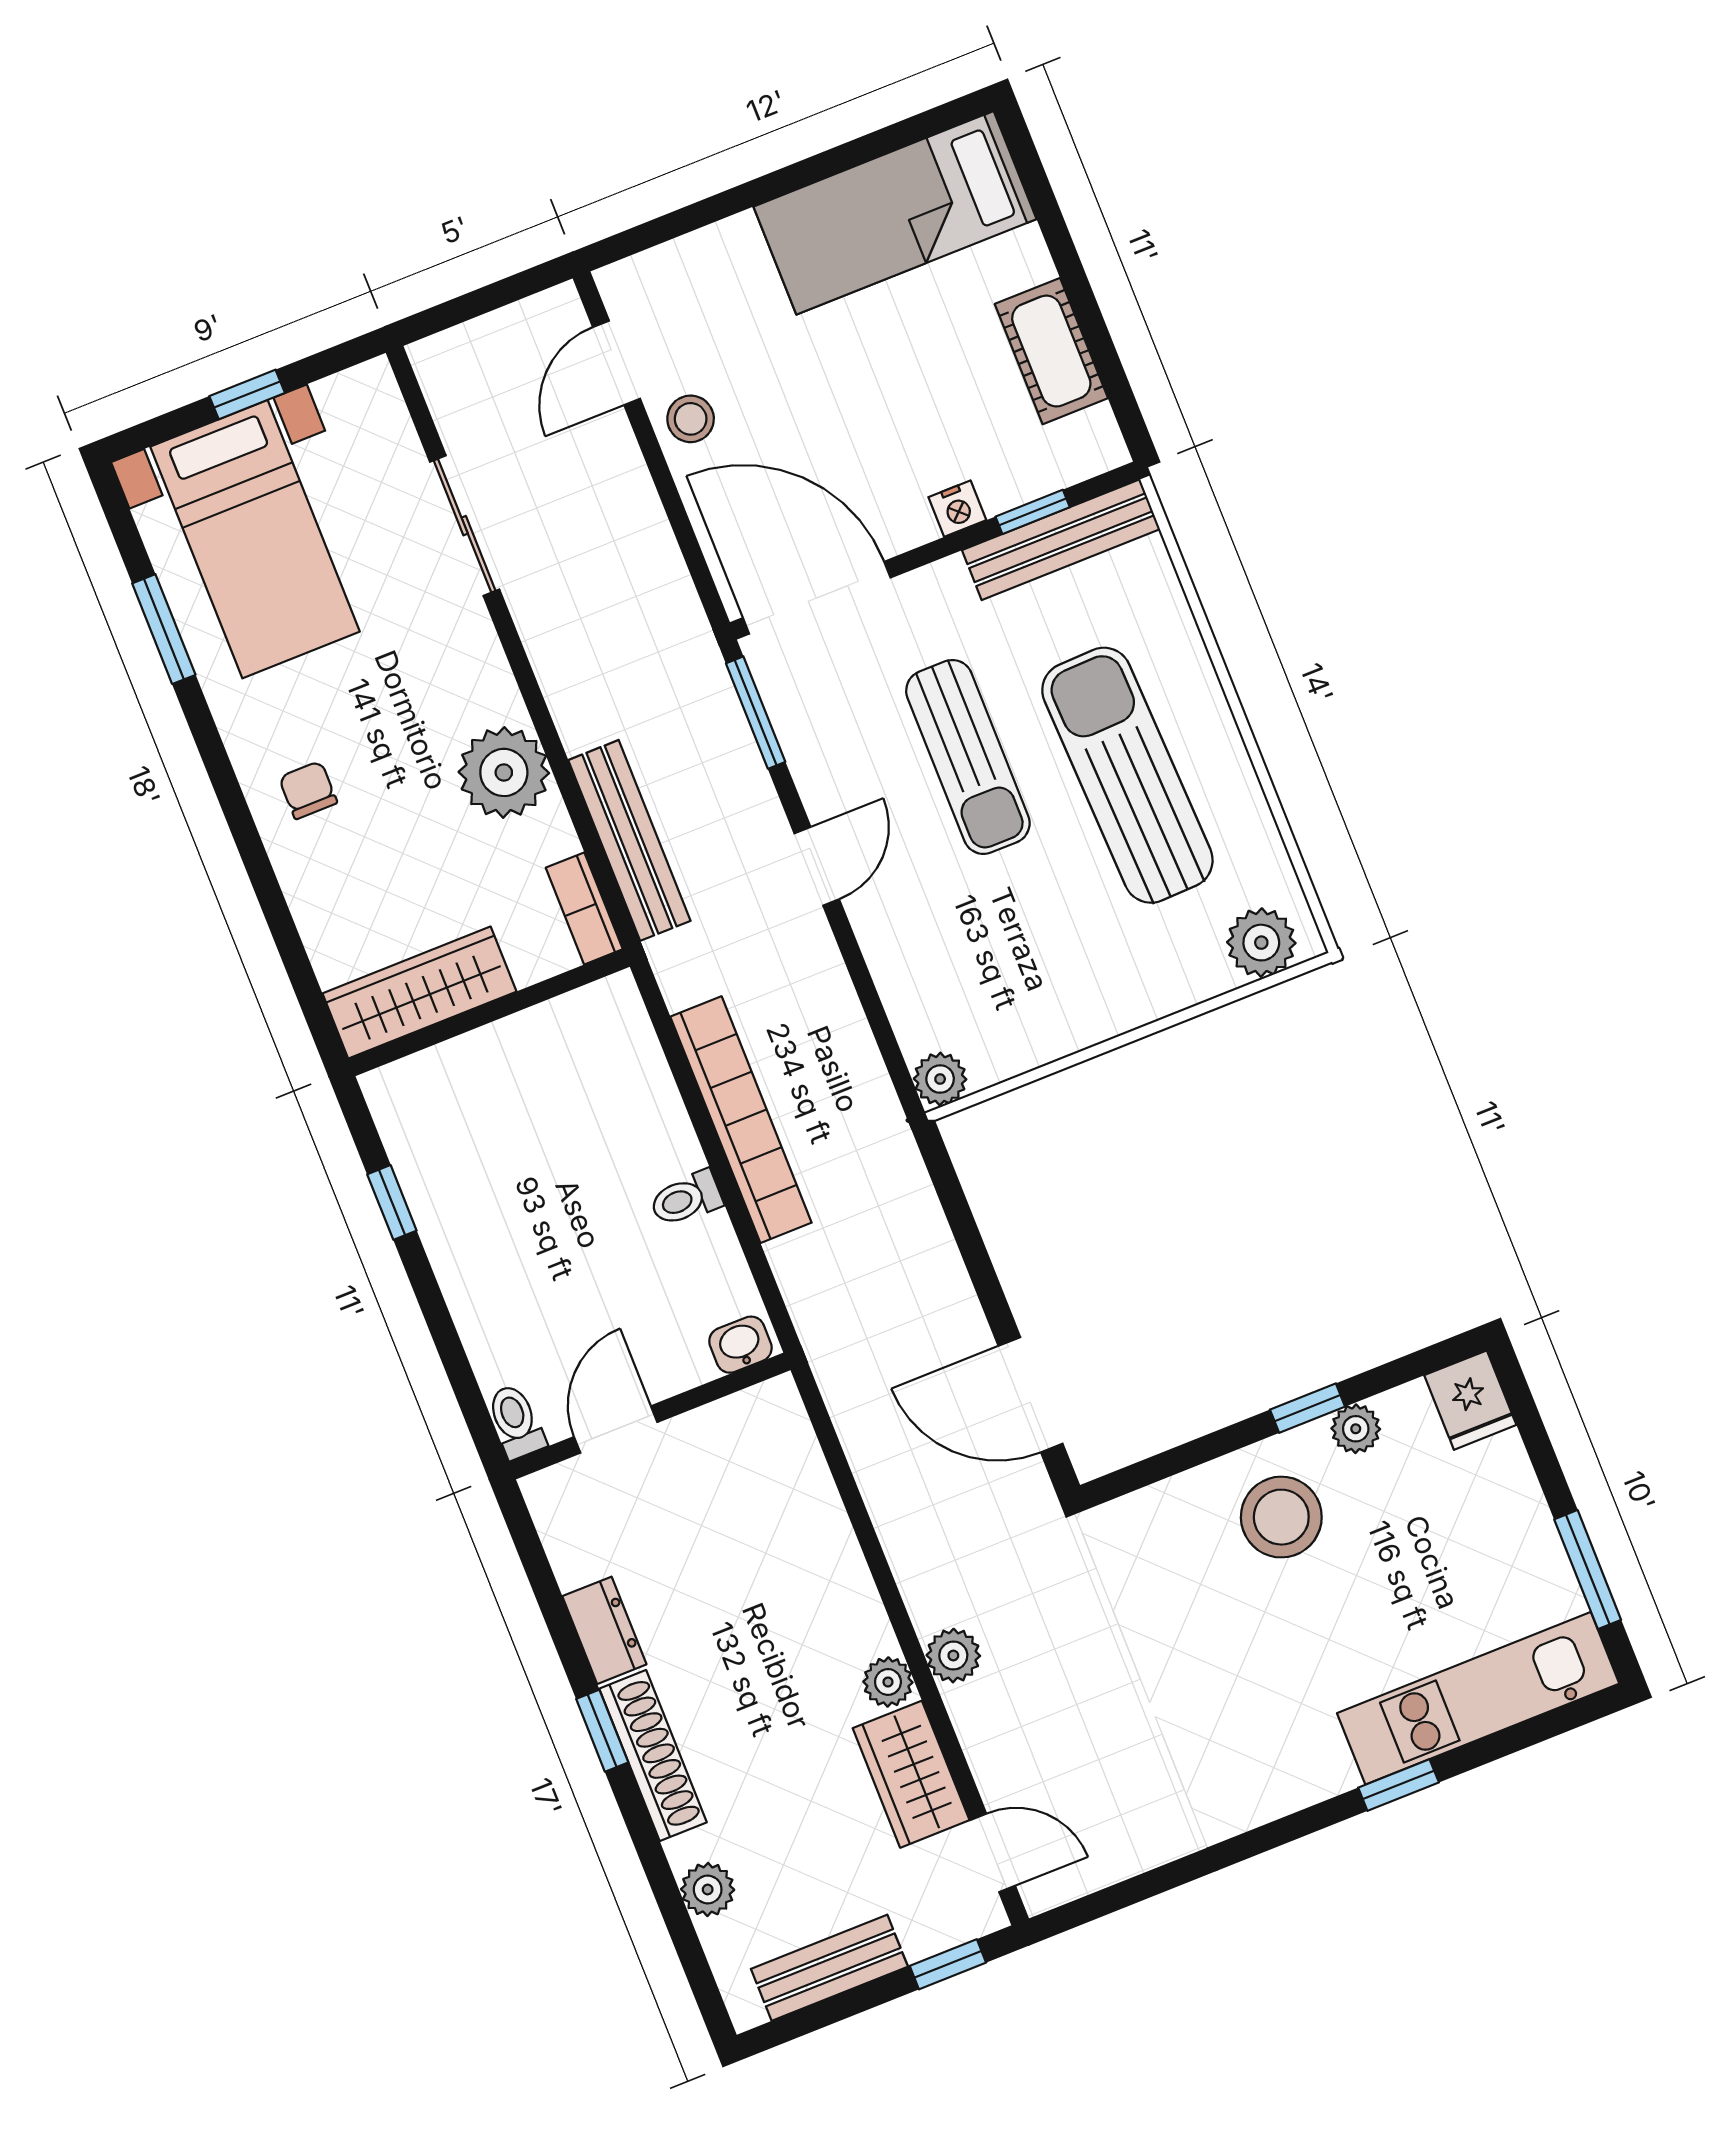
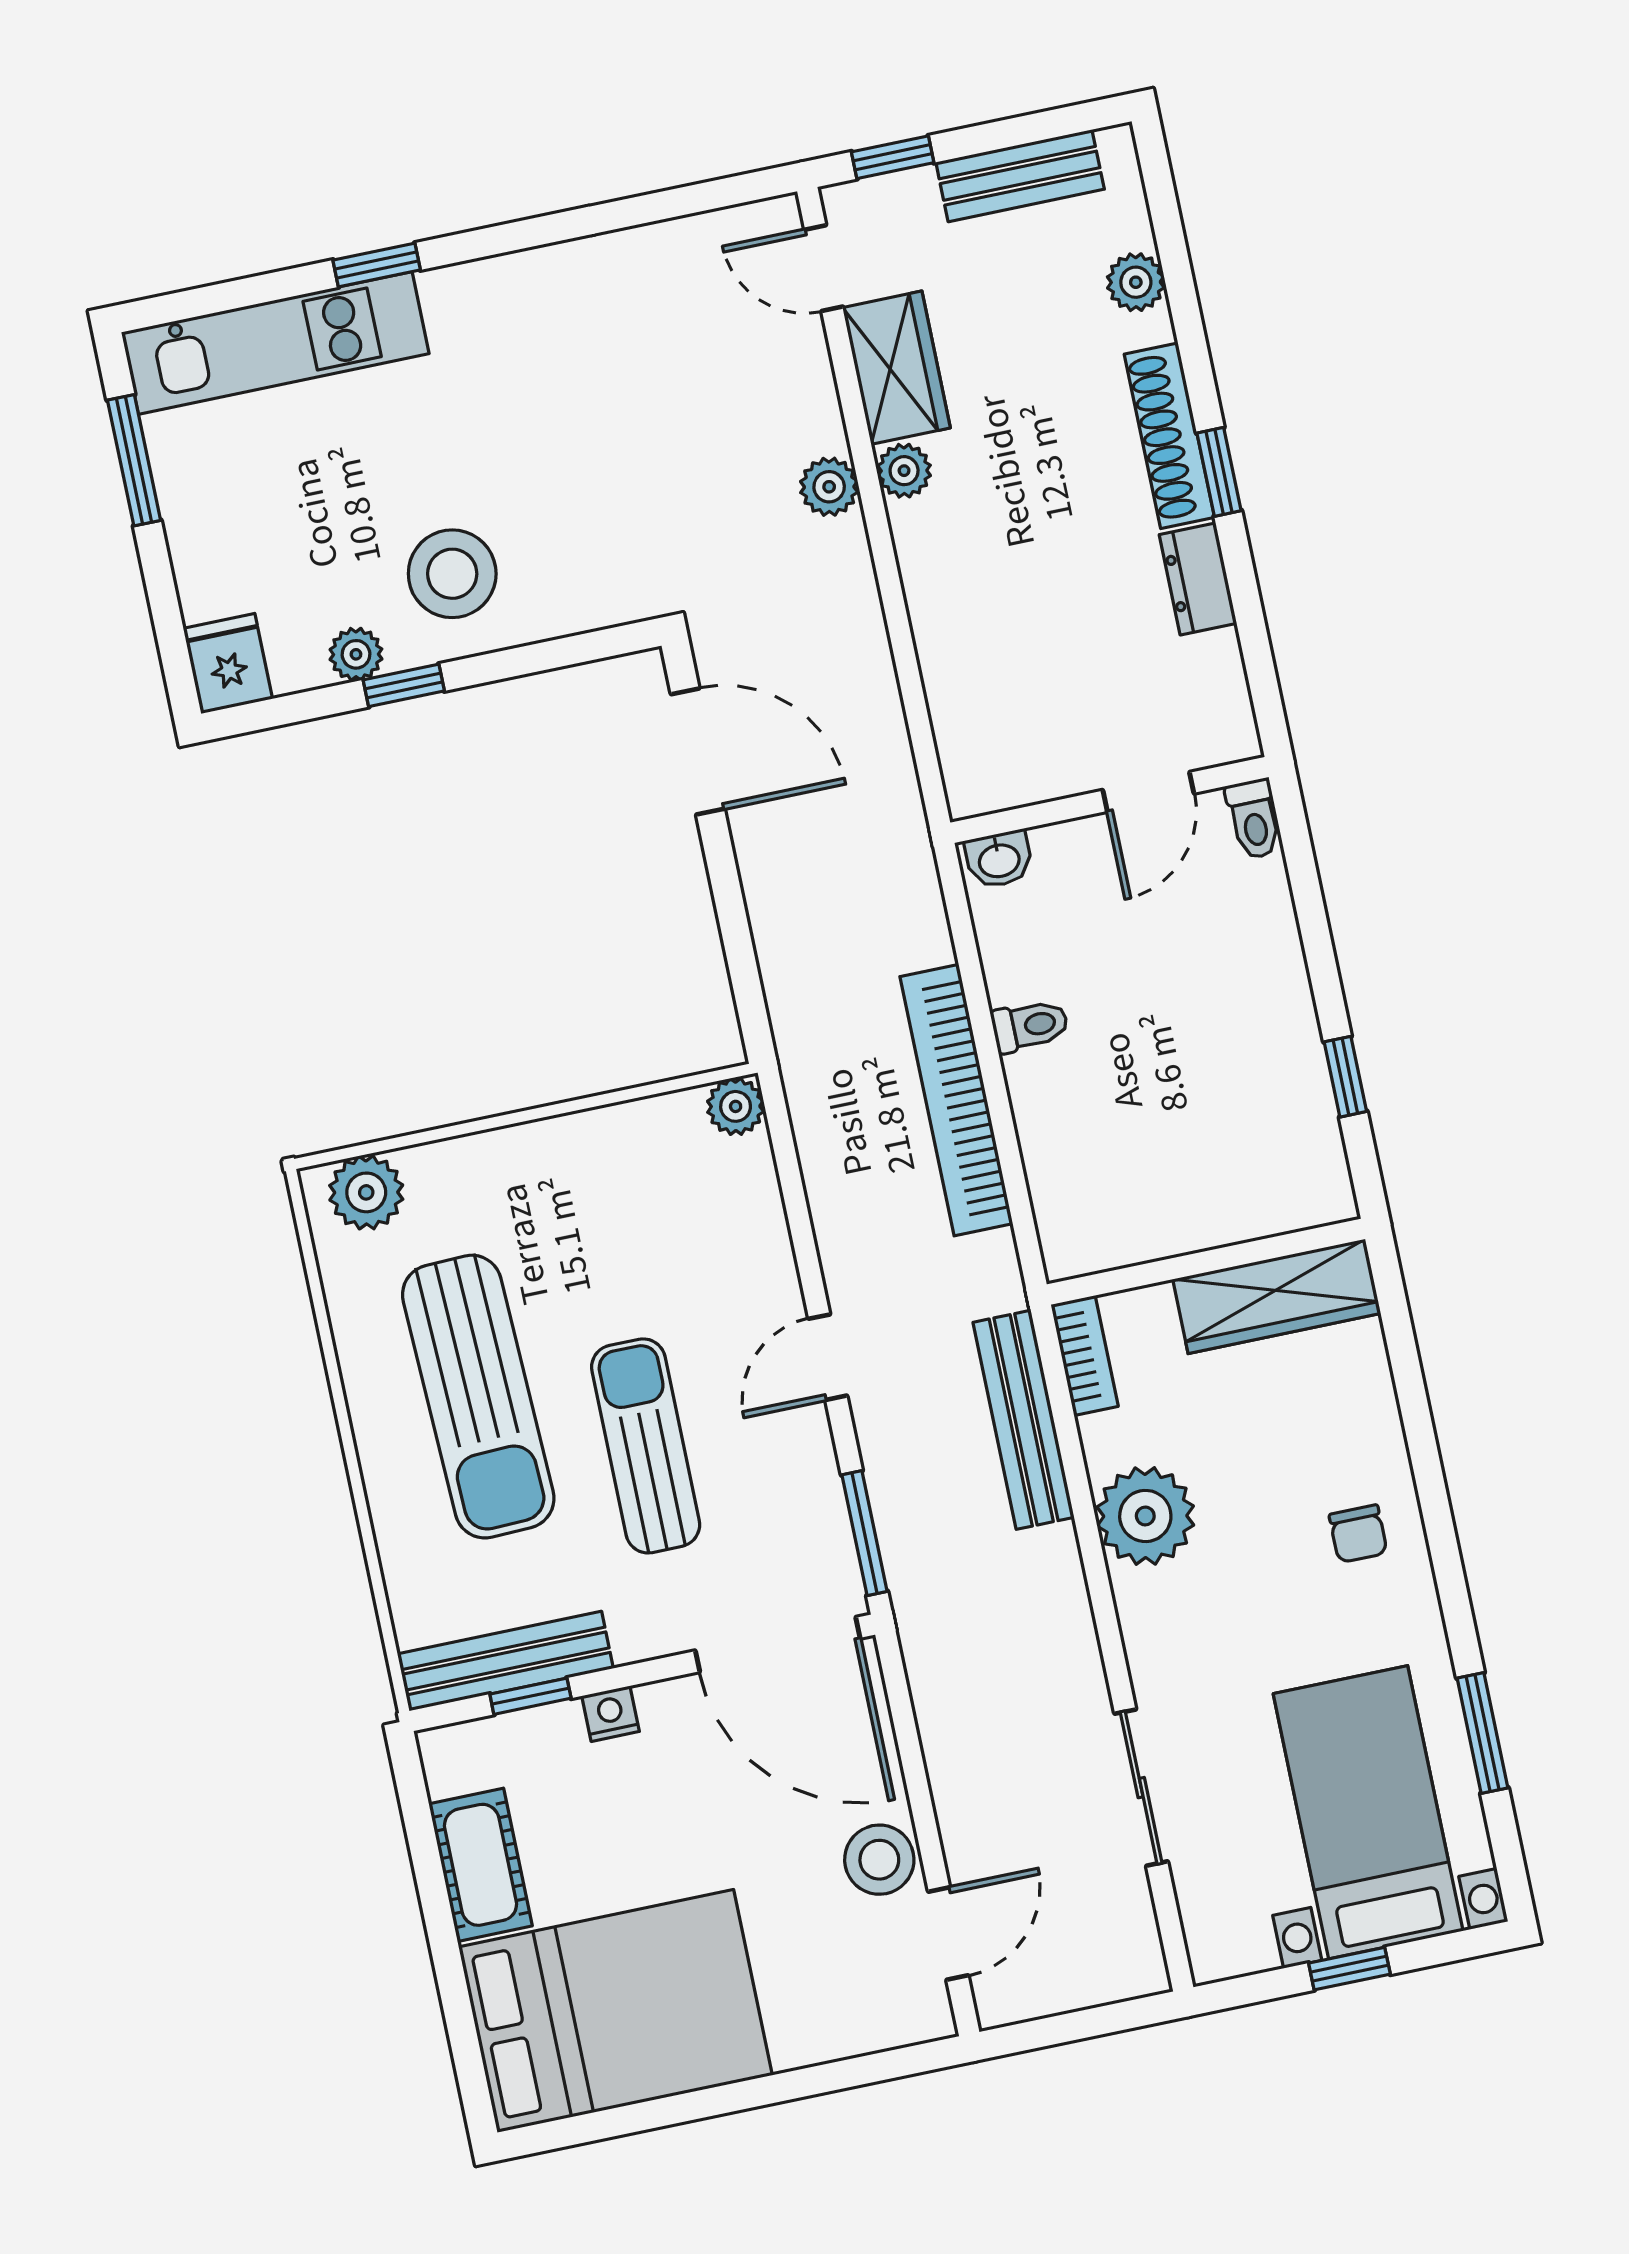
bed: (895, 213) -> (616, 2011), width x1.50
stool: (691, 419) -> (879, 1860), width x1.37, depth x1.37

